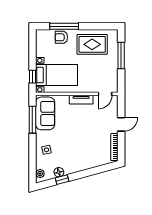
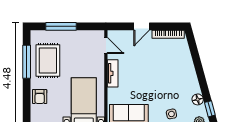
window: (64, 26) -> (27, 62), moved
door: (121, 124) -> (142, 26), swing flipped
window: (62, 180) -> (210, 109), moved

